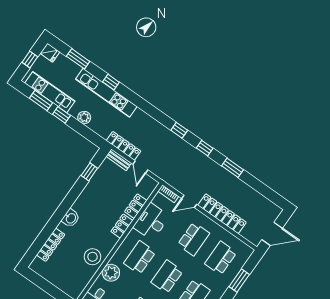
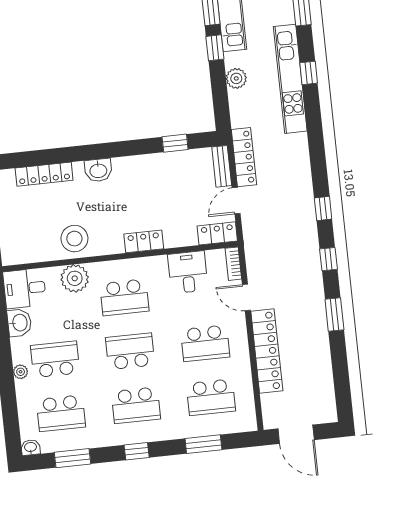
locker: (136, 206) -> (217, 233), moved
desk: (151, 222) -> (188, 272), width x0.73
school desk: (140, 258) -> (124, 297), turned 180
school desk: (221, 258) -> (211, 397), turned 180

